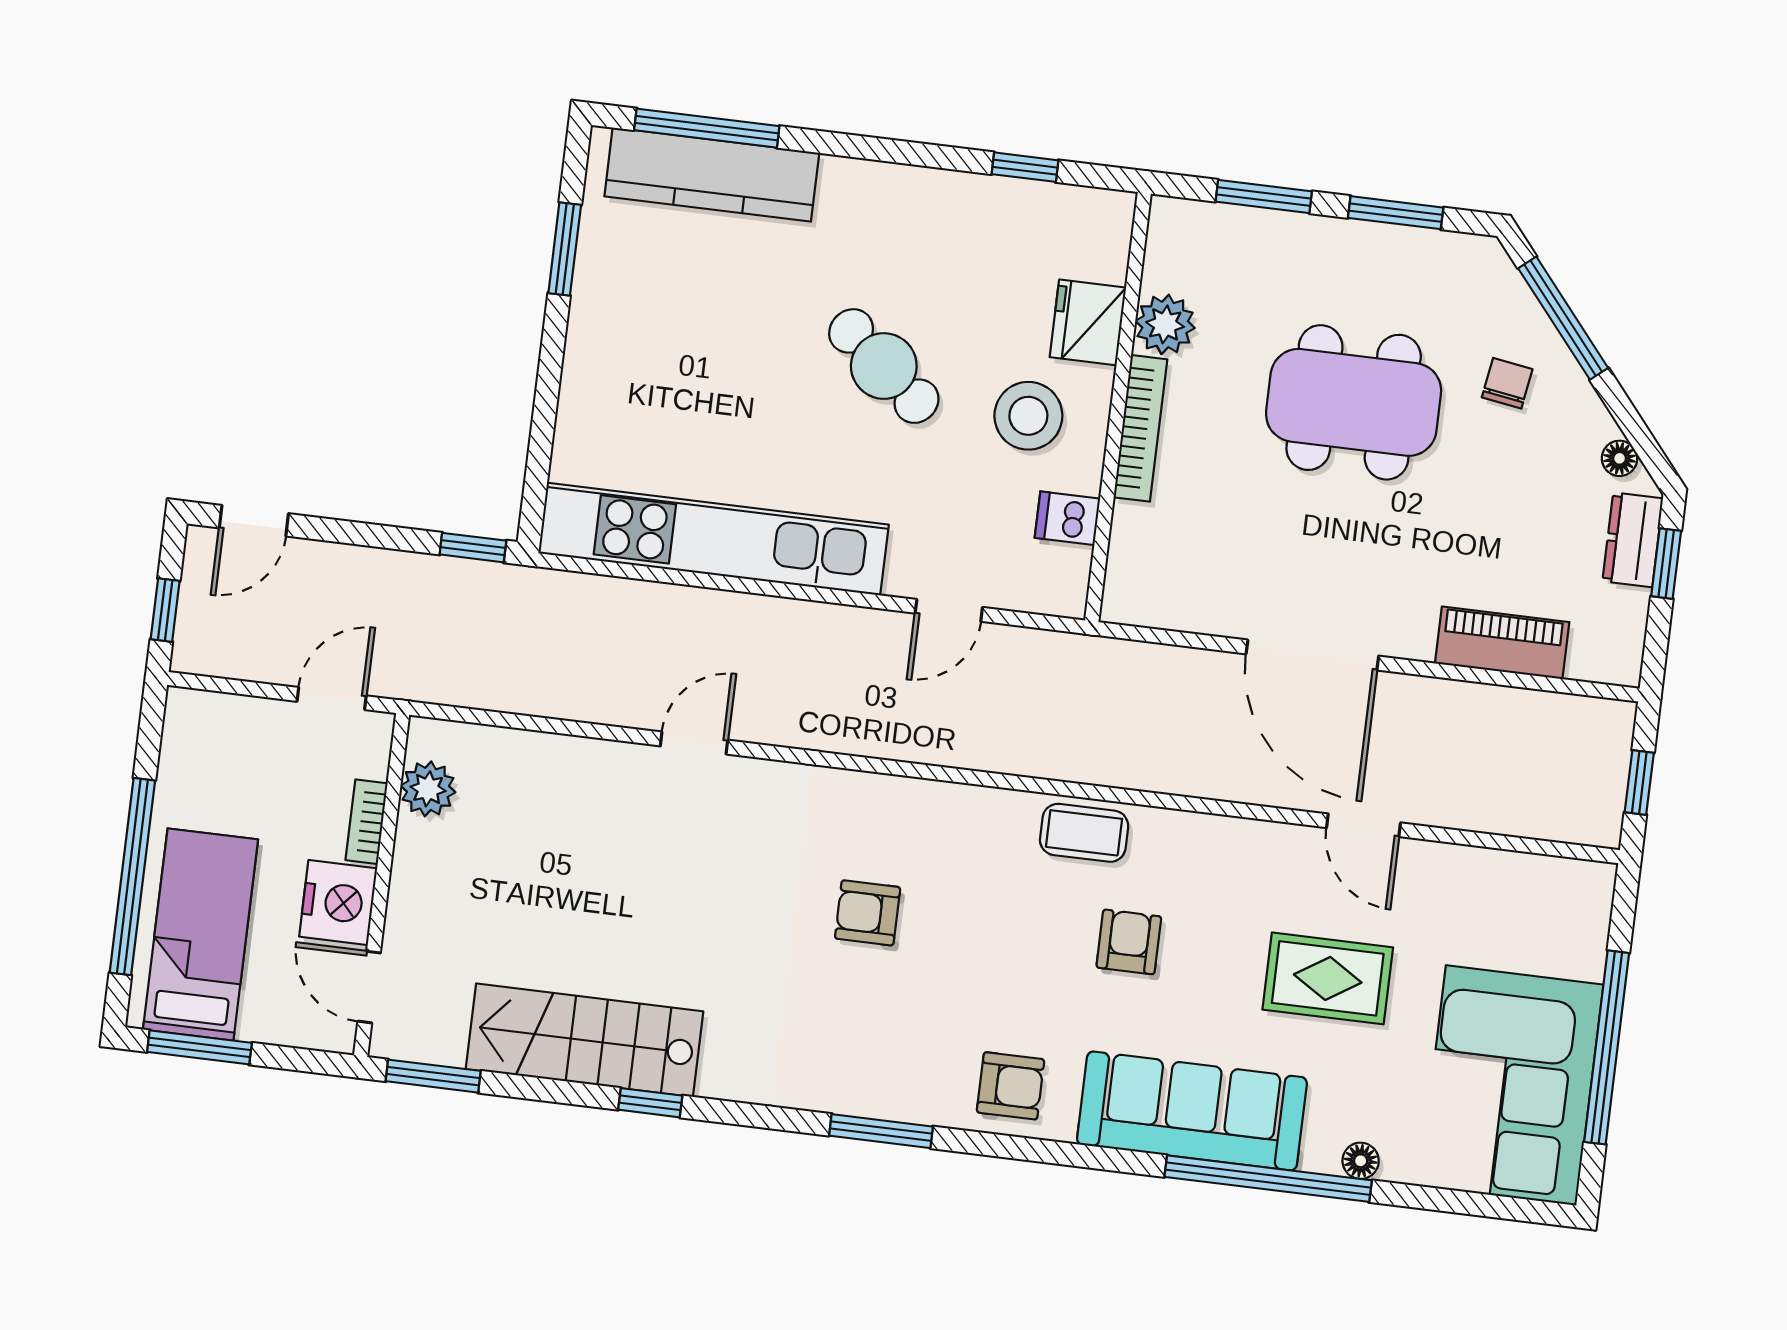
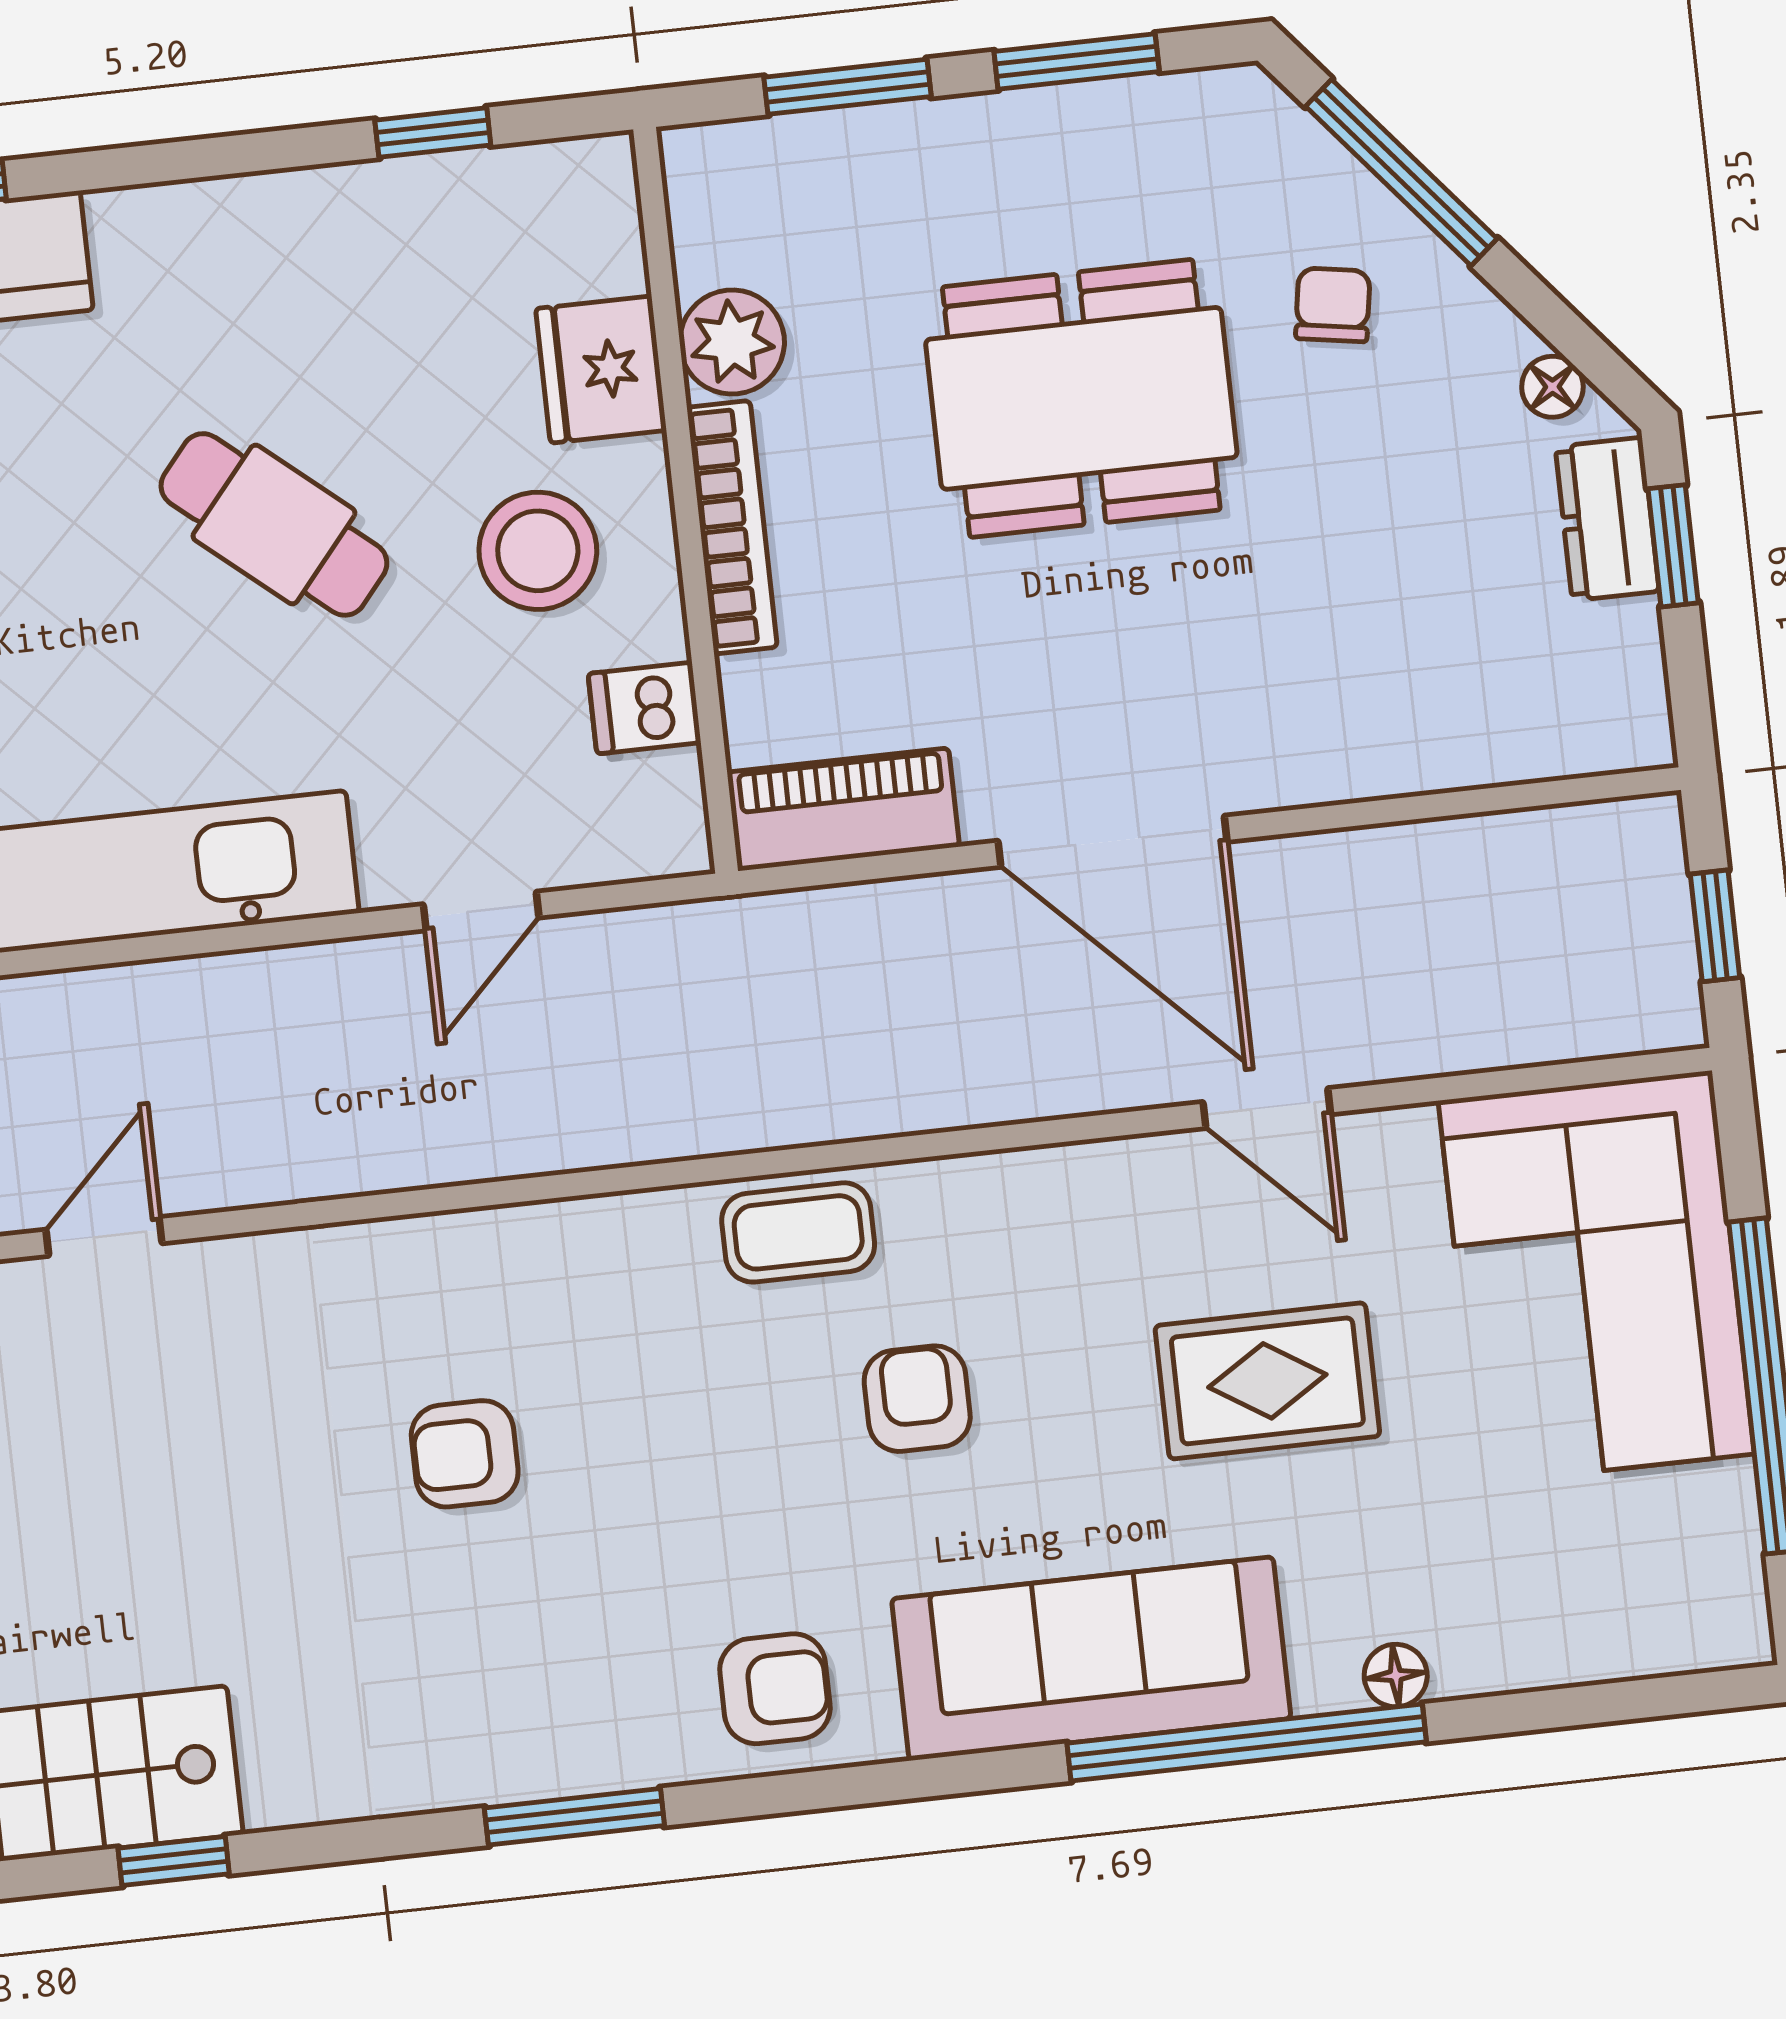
piano: (1502, 643) -> (843, 809), moved
corner sofa: (1511, 1085) -> (1596, 1277), moved

